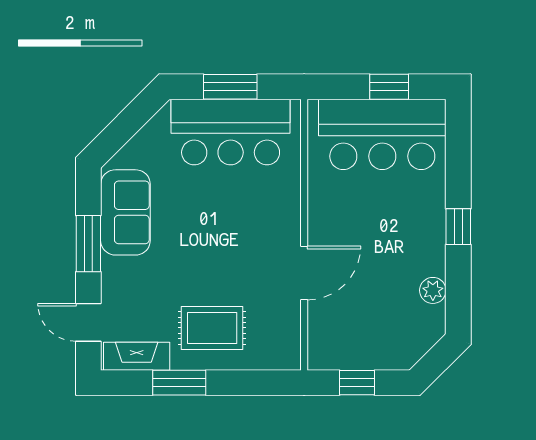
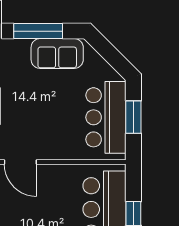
window: (88, 244) -> (38, 31), width x1.44

